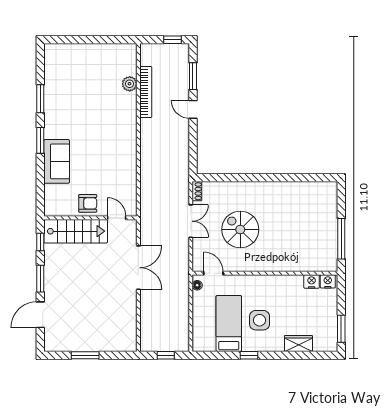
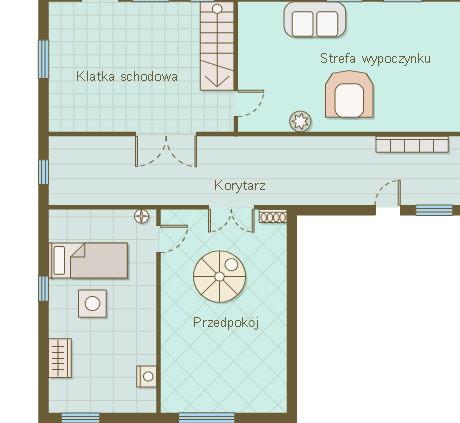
plant: (130, 84) -> (300, 121), moved
armchair: (88, 203) -> (349, 94), moved, width x1.88, depth x1.88
nightstand: (328, 281) -> (147, 399), removed

